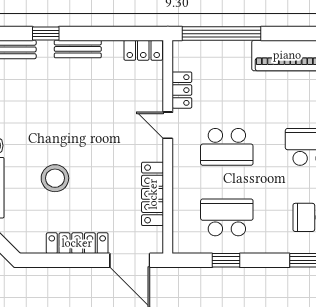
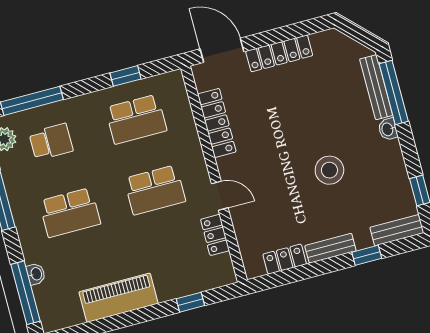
window: (222, 34) -> (190, 302), width x0.32
locker: (143, 50) -> (285, 259), moved
school desk: (227, 147) -> (155, 190), turned 180
stool: (55, 178) -> (329, 170), moved

